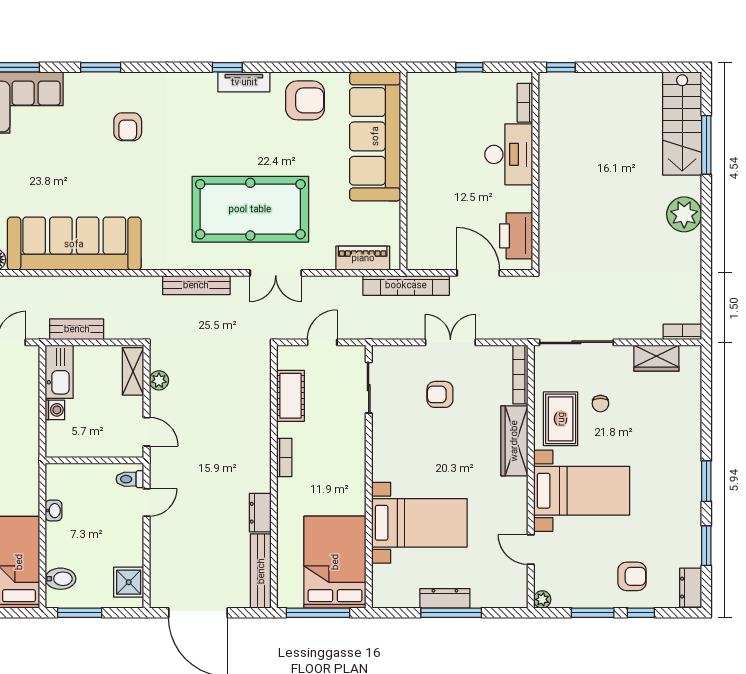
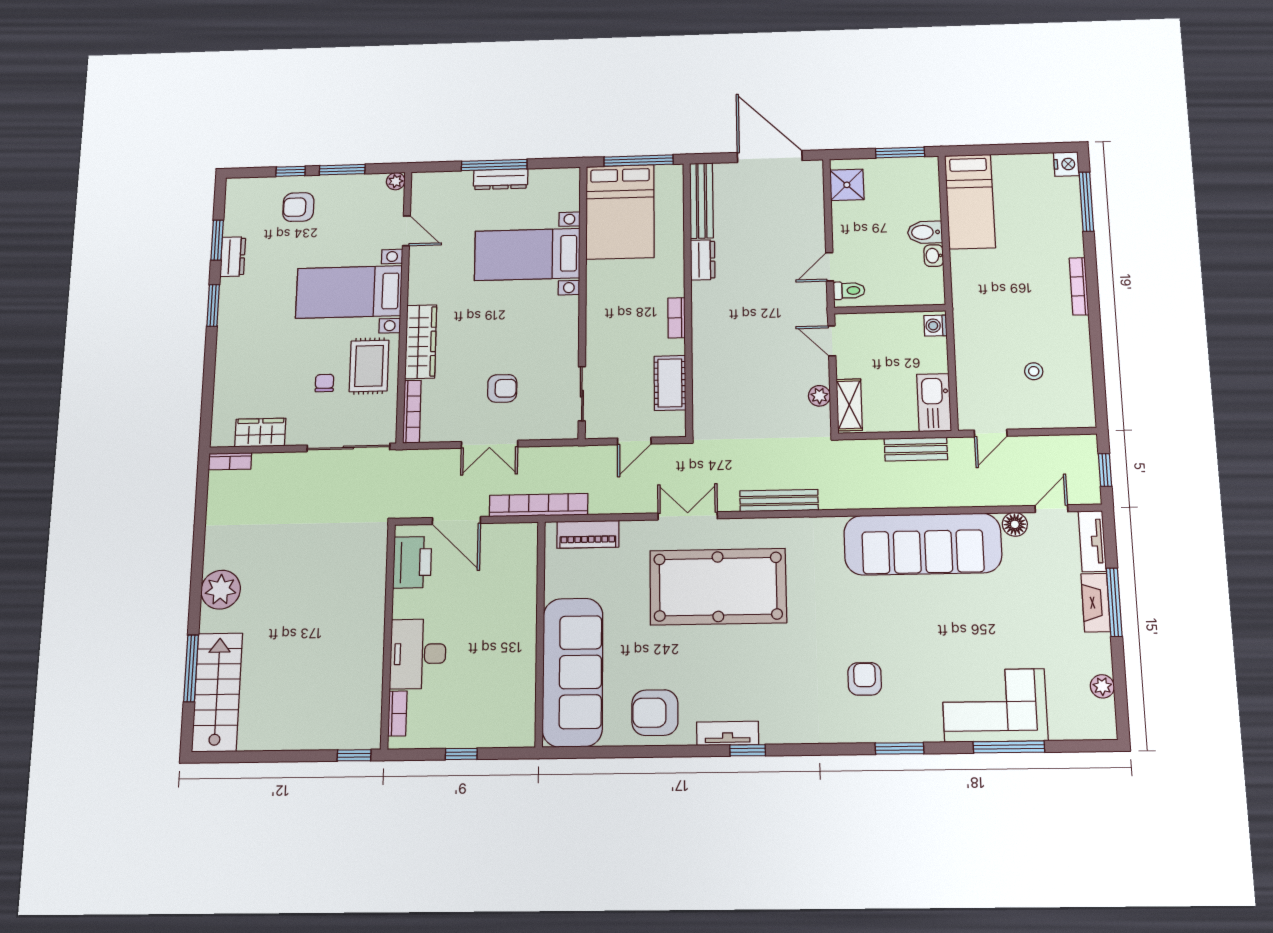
washing machine: (55, 410) -> (935, 326), moved
bidet: (61, 579) -> (925, 232), moved
dresser: (691, 588) -> (233, 257), moved

